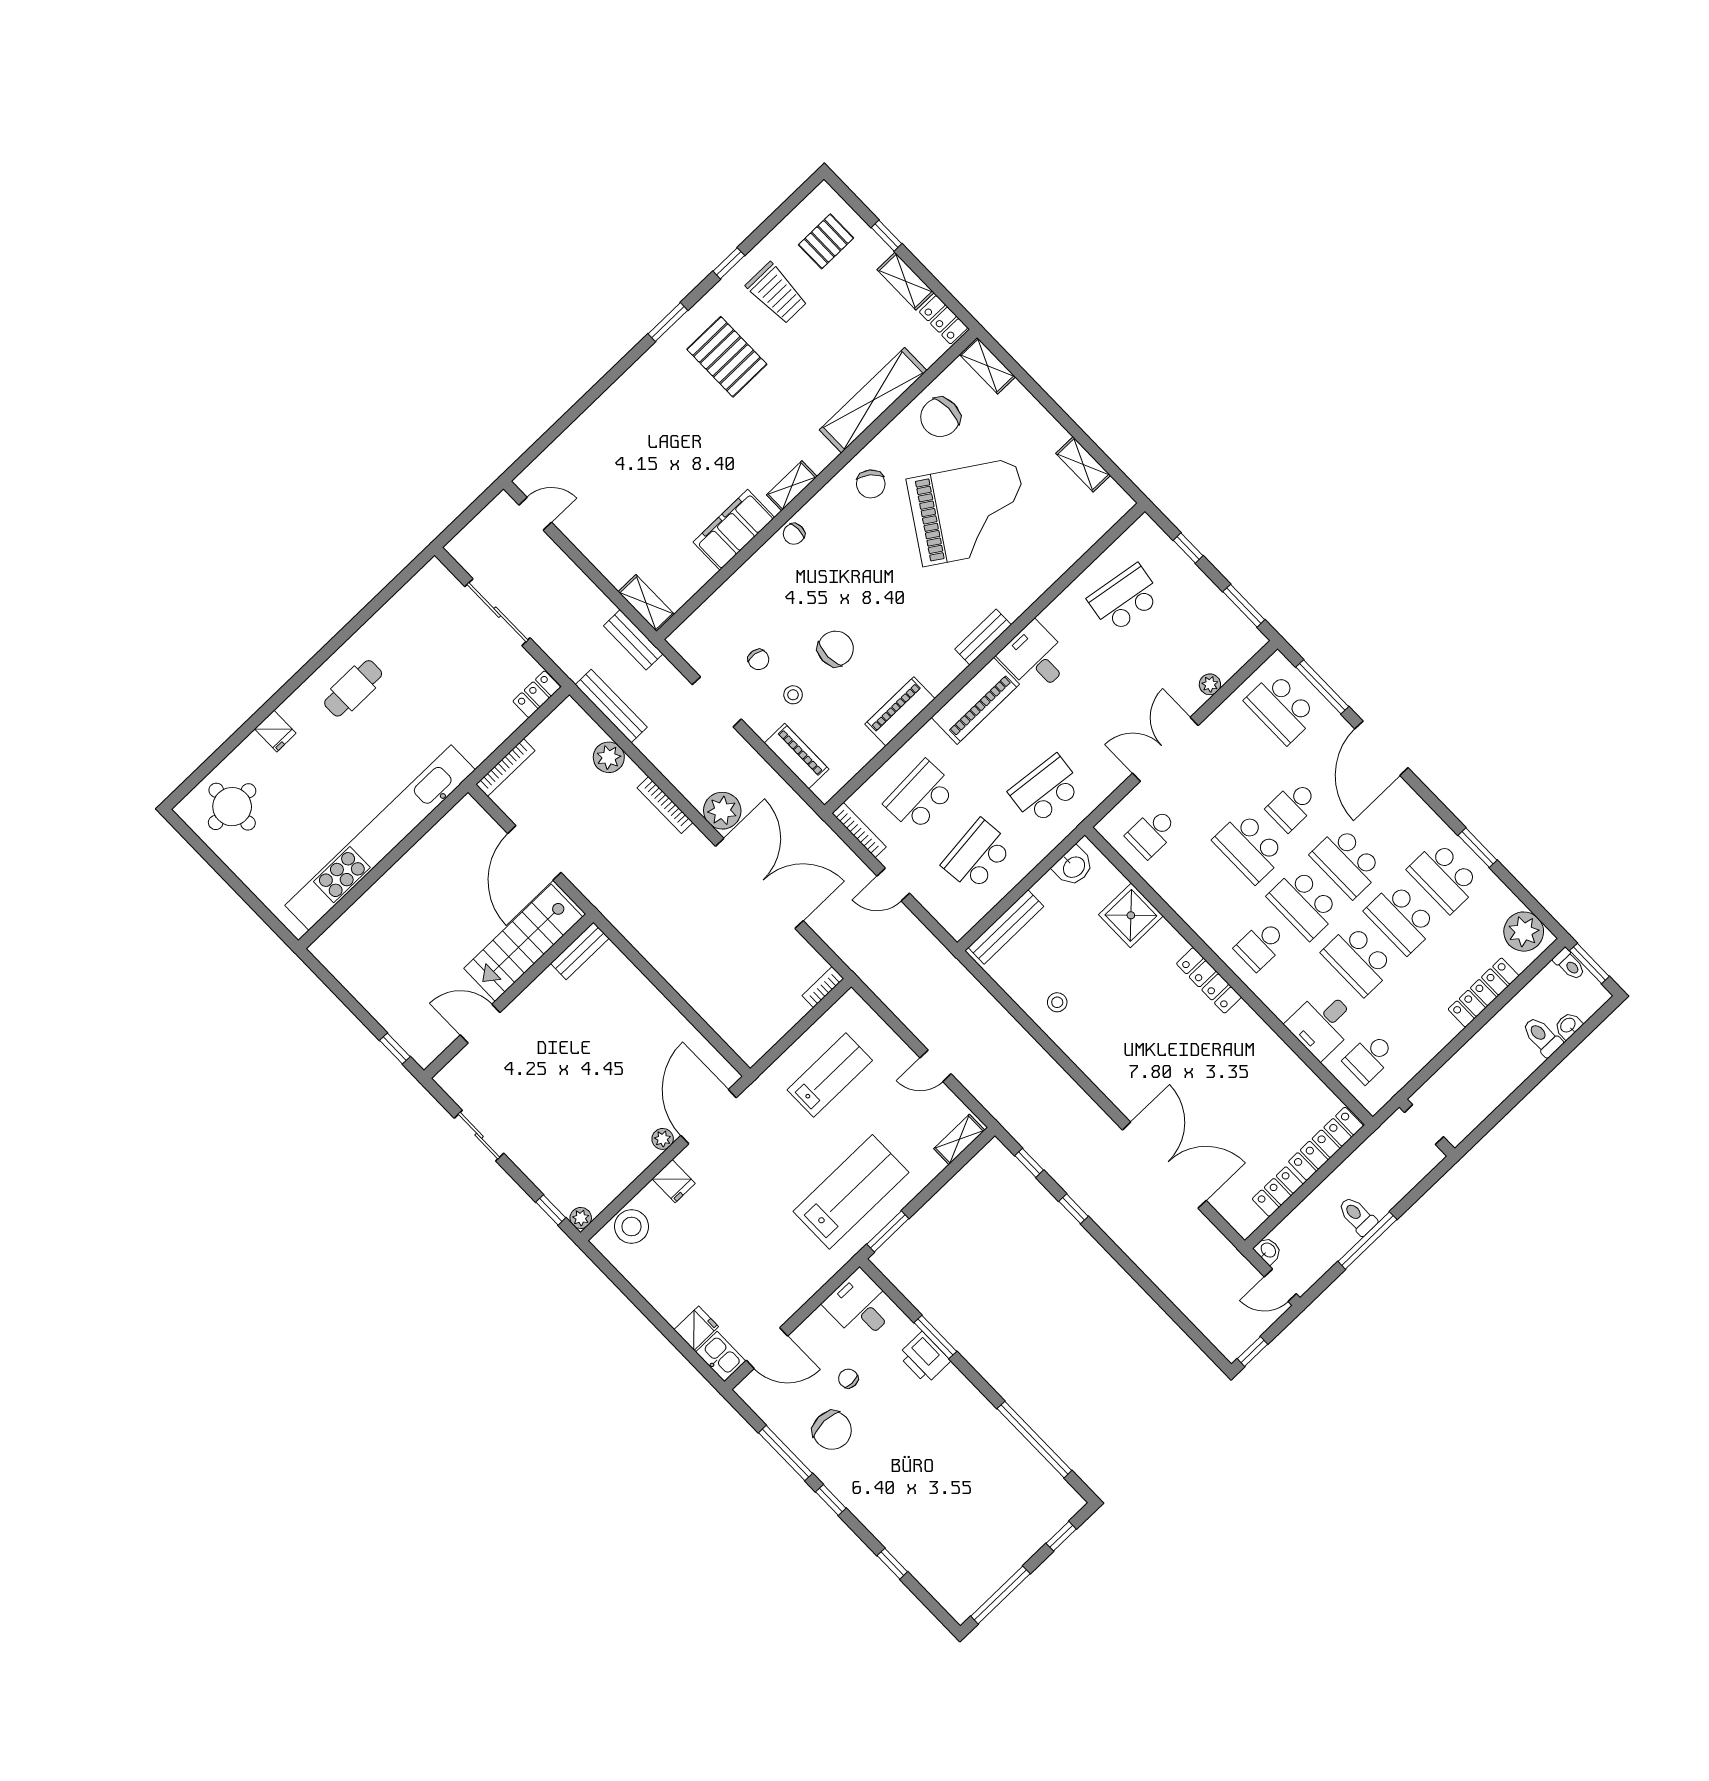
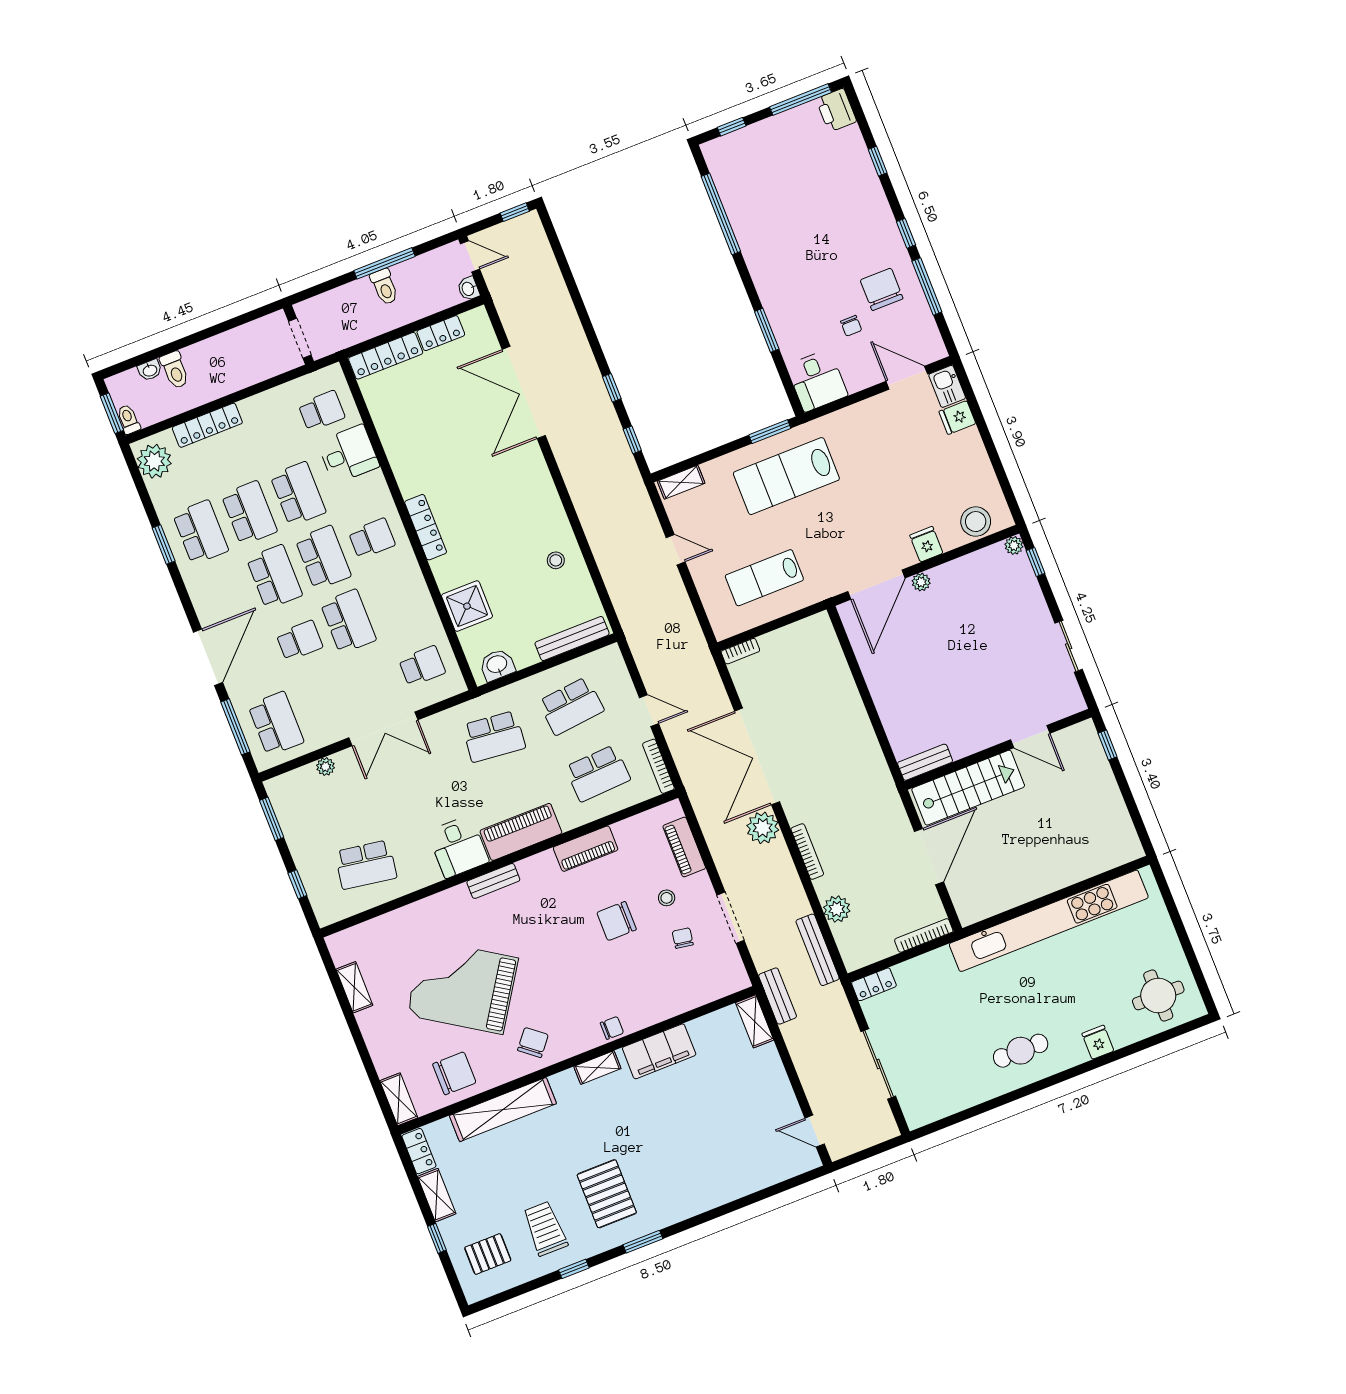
printer: (924, 1358) -> (836, 110), moved, turned 180

